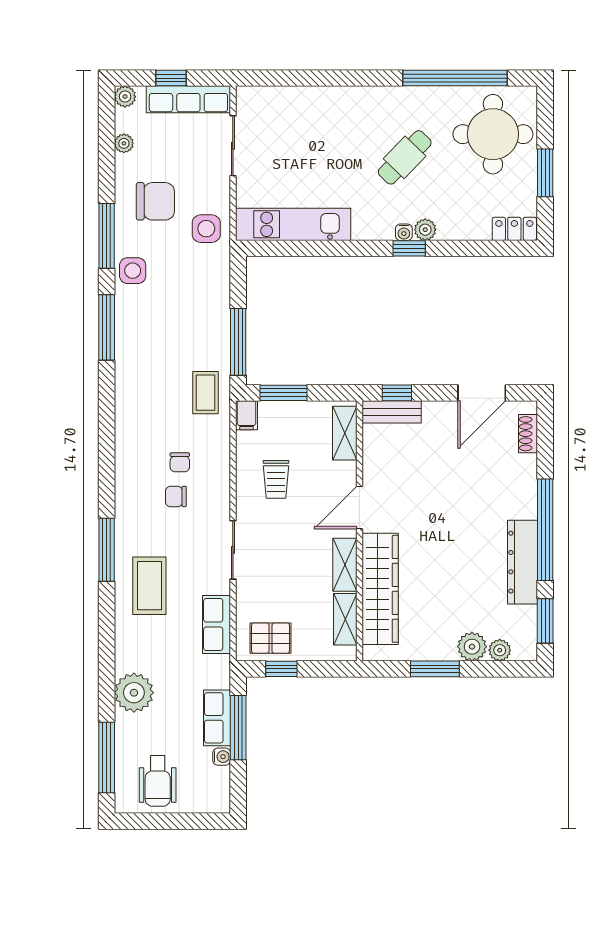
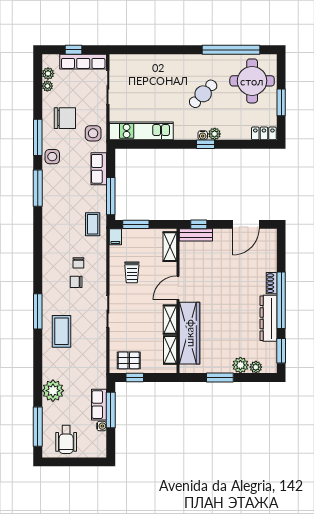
plant: (125, 97) -> (48, 74), moved
shoe rack: (528, 434) -> (272, 283), moved
row of seats: (216, 624) -> (99, 169), moved

